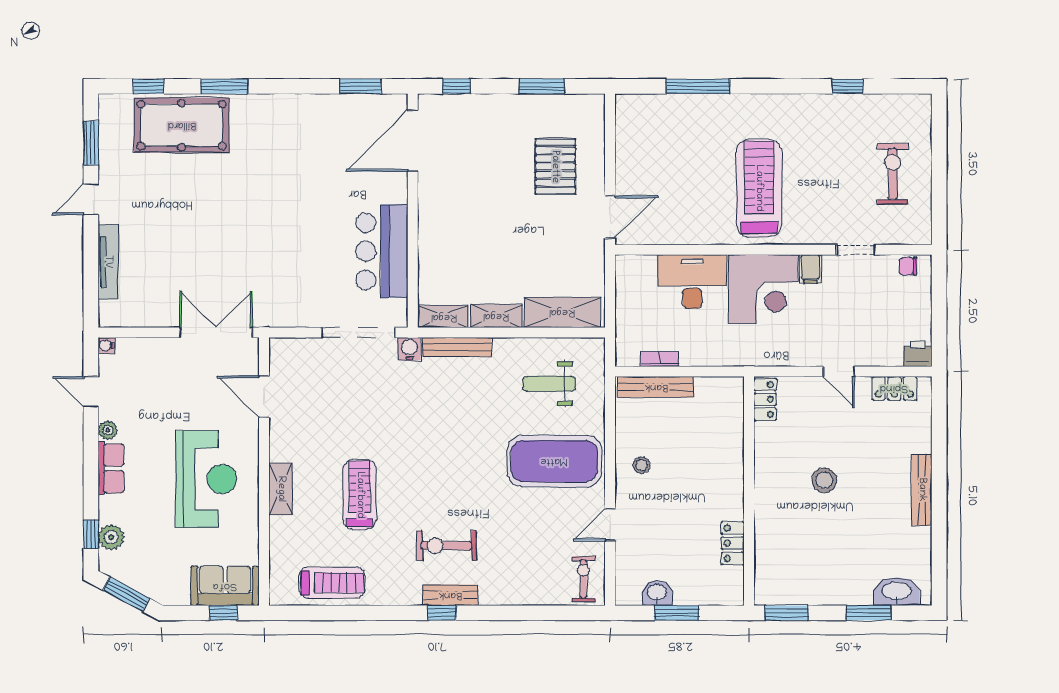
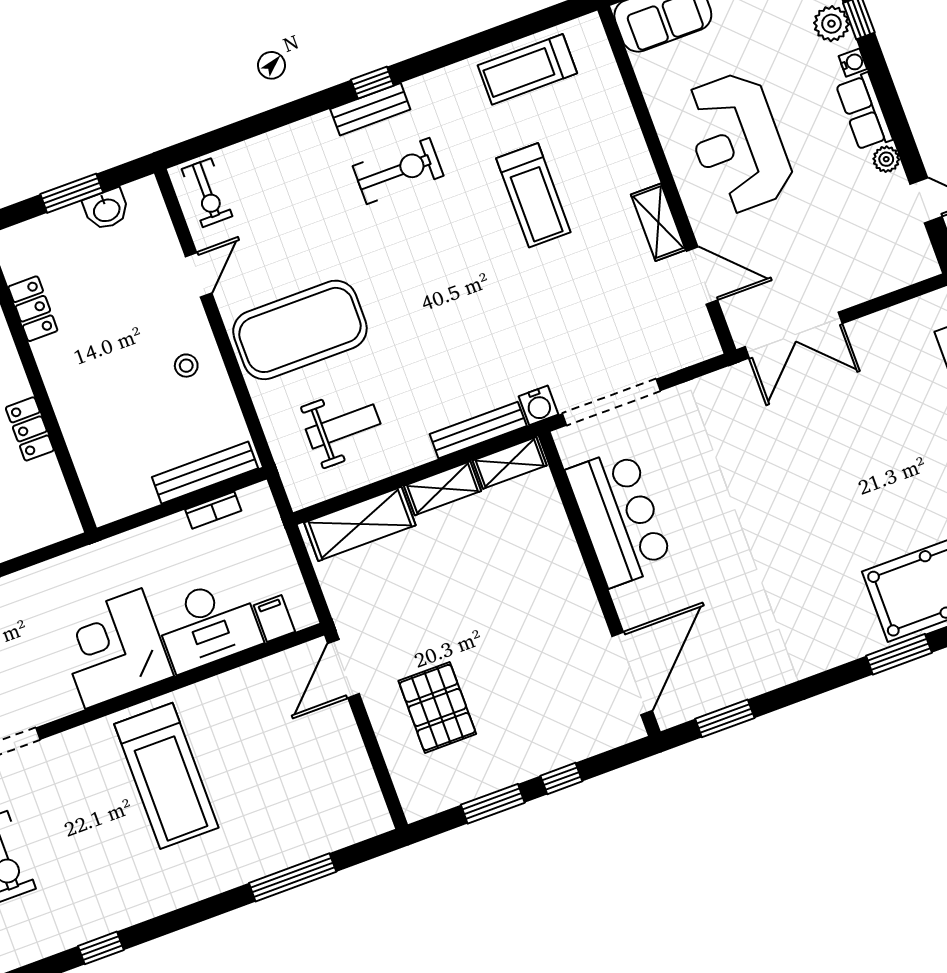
window: (456, 86) -> (561, 778), moved
filing cabinet: (811, 269) -> (274, 619), moved
water cooler: (106, 346) -> (853, 63), moved
locker: (765, 399) -> (30, 429), moved
shelving: (281, 489) -> (658, 222), moved

